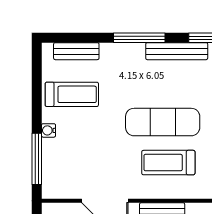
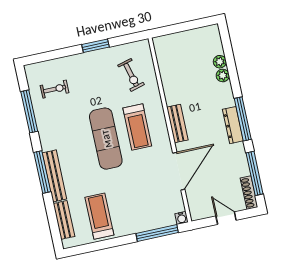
bench: (177, 51) -> (54, 176), moved
water cooler: (48, 130) -> (182, 218), moved

